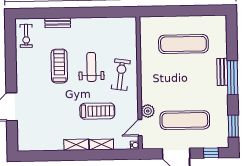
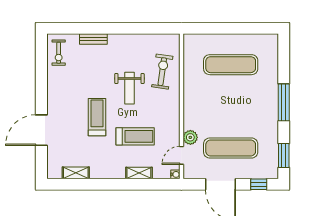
treadmill: (59, 66) -> (97, 117), moved
weight bench: (91, 67) -> (129, 88), turned 180
bench: (222, 72) -> (273, 96), removed
exercise bike: (121, 75) -> (162, 72), moved
shelving: (76, 145) -> (76, 173), moved

